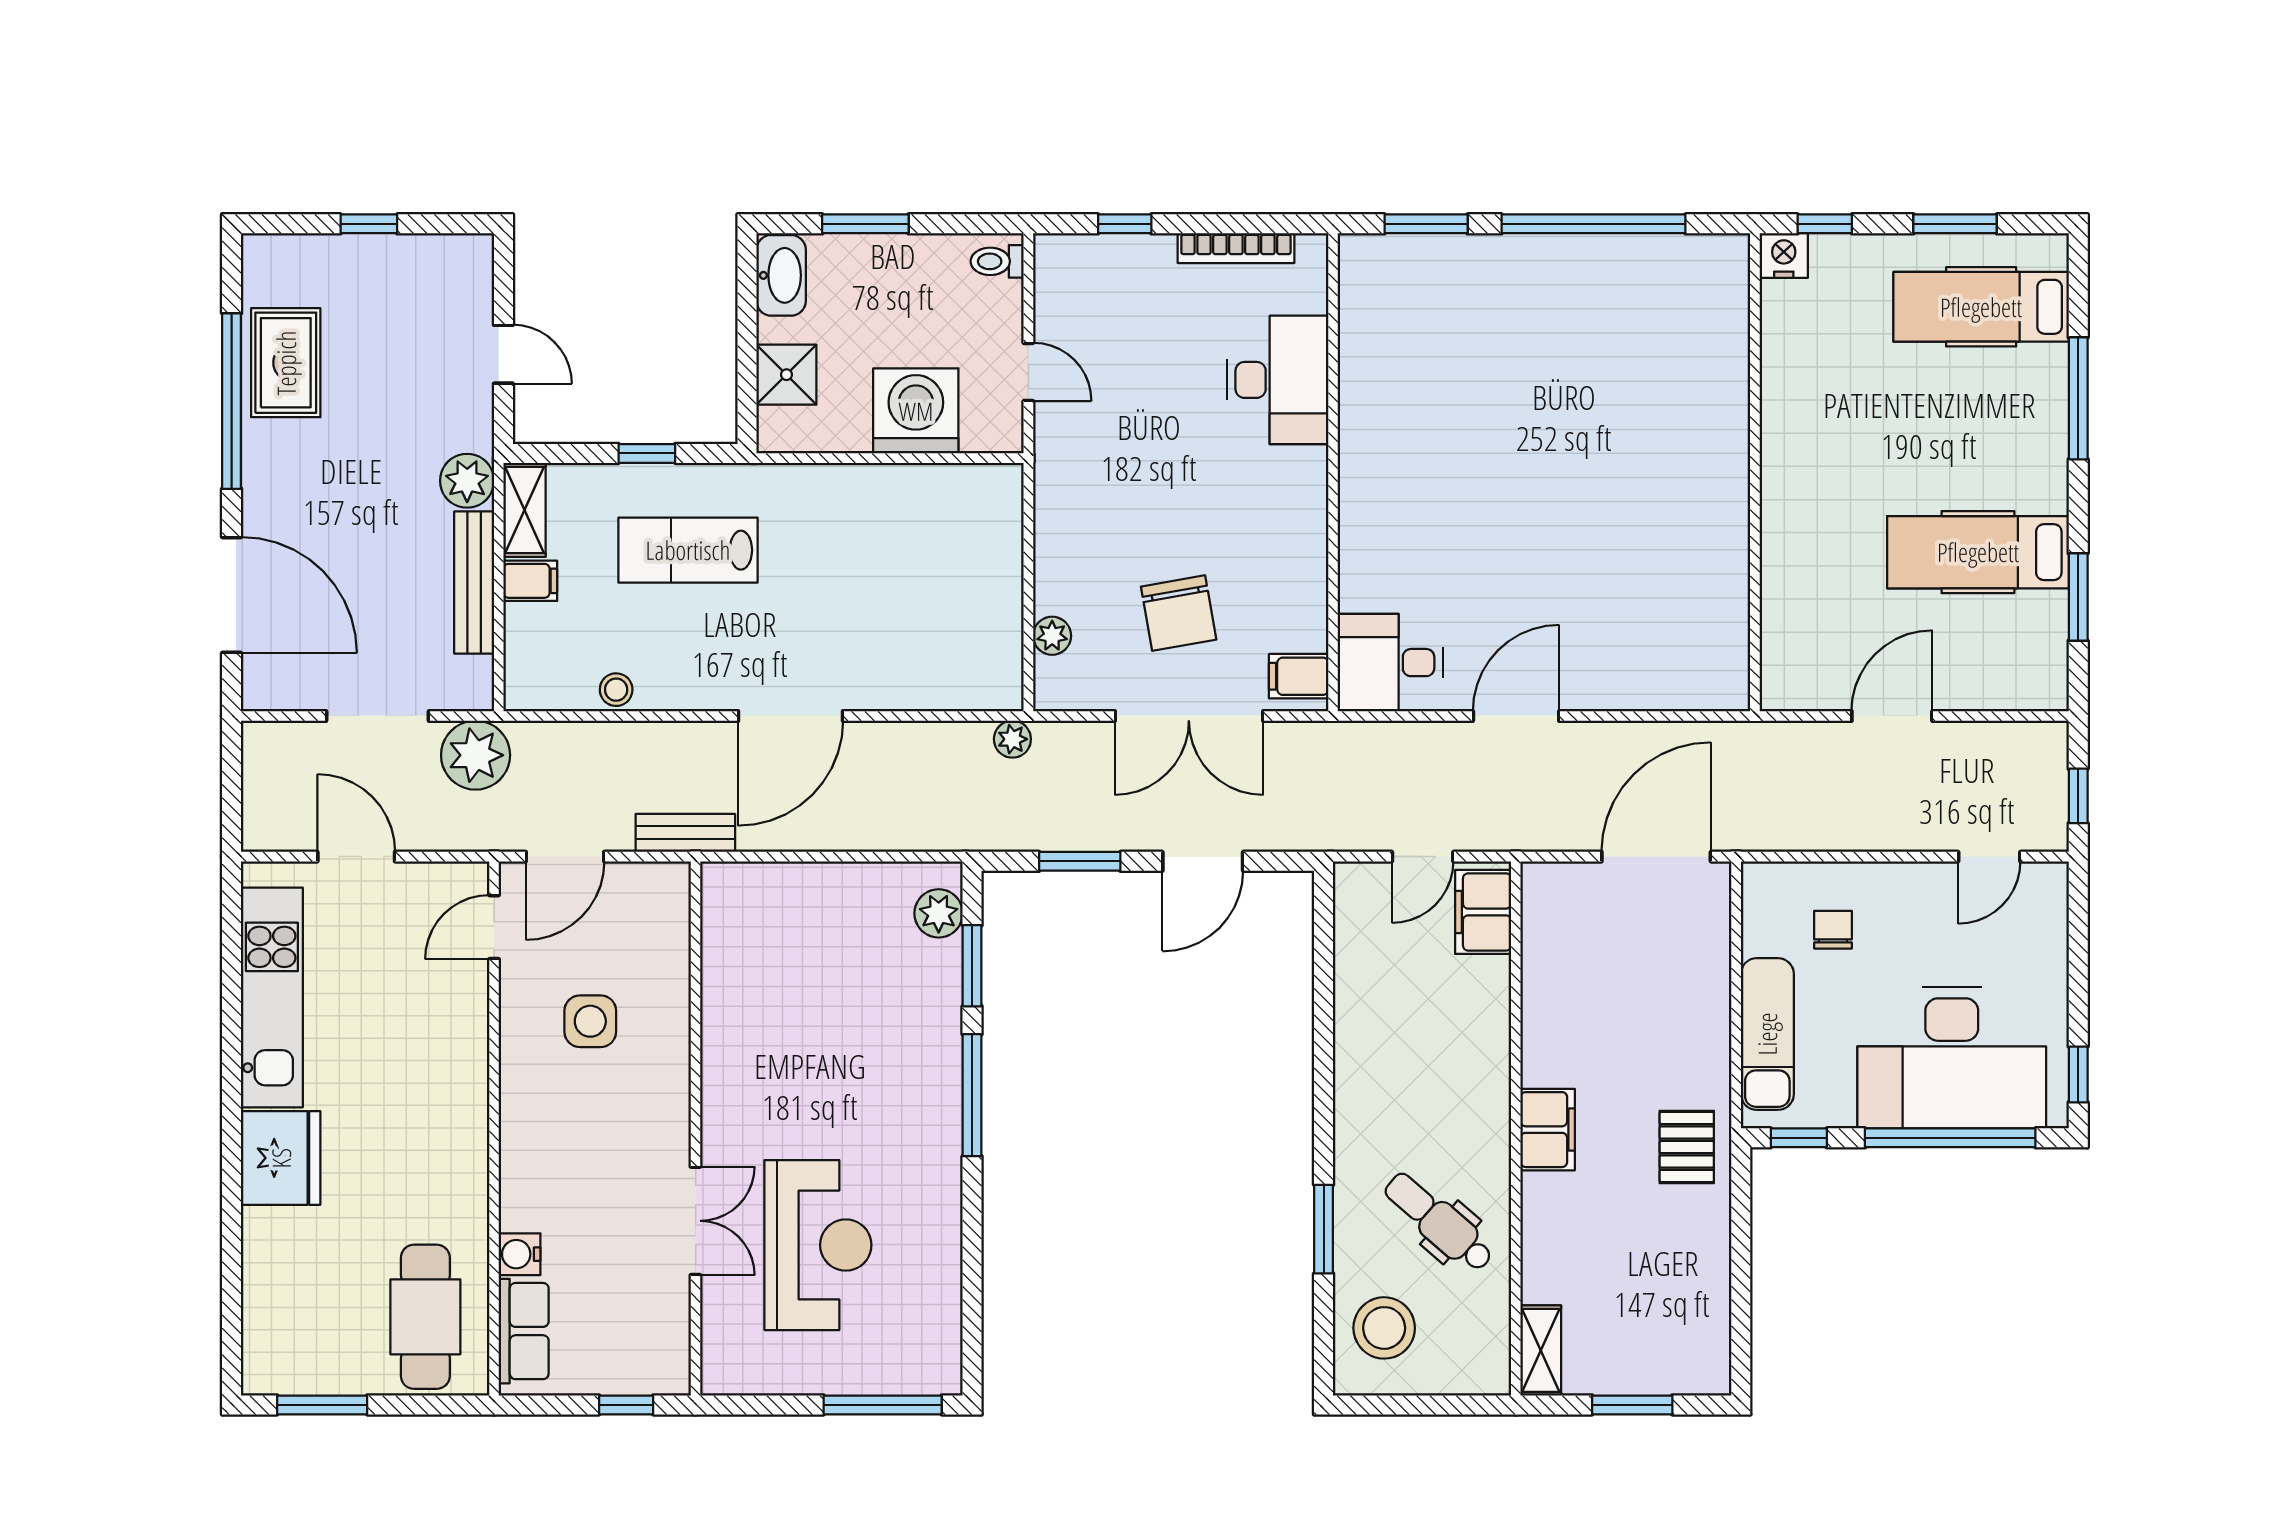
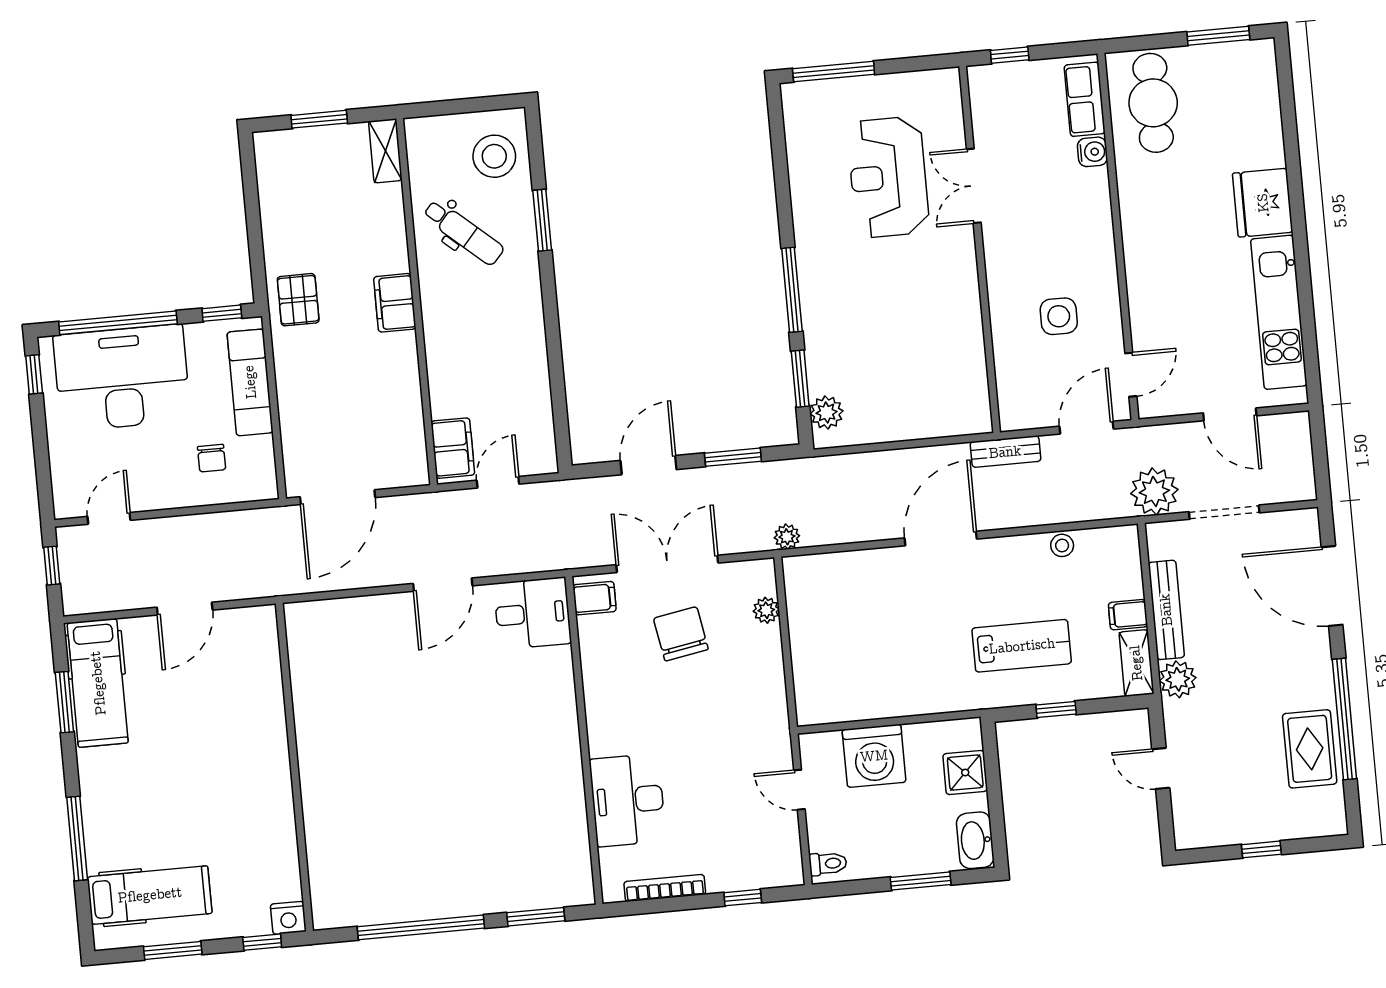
hospital bed: (1978, 552) -> (98, 683), moved, turned 90

